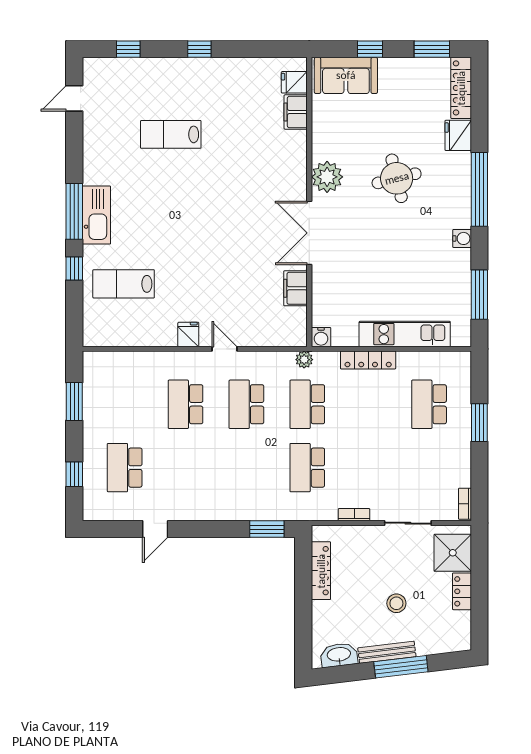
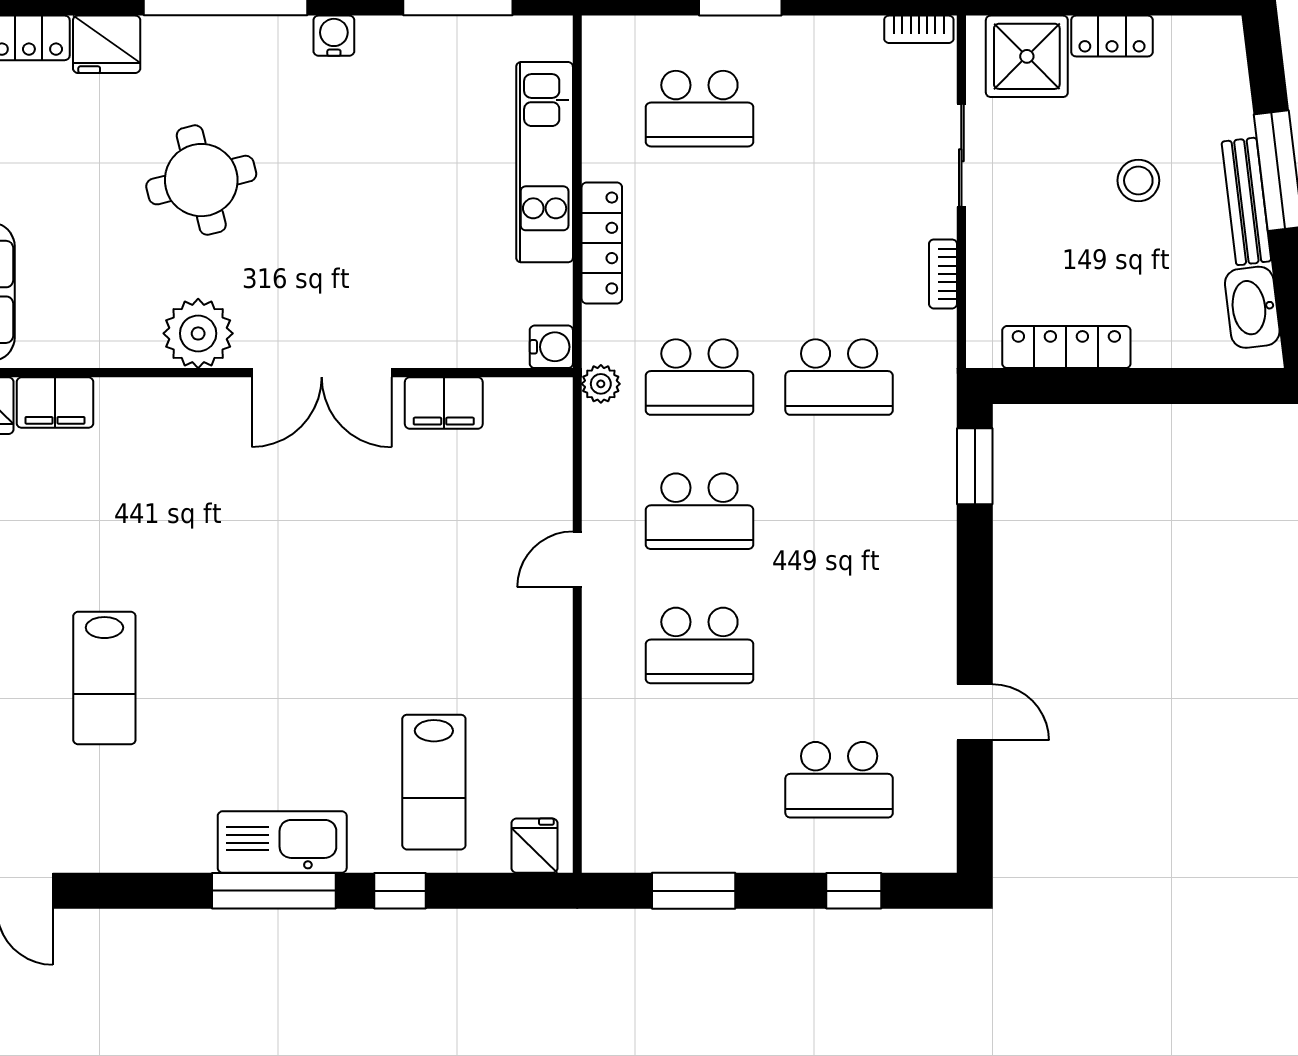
fridge: (188, 334) -> (535, 846), moved, turned 90

